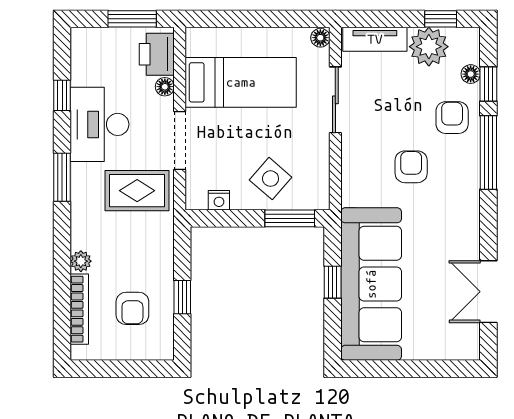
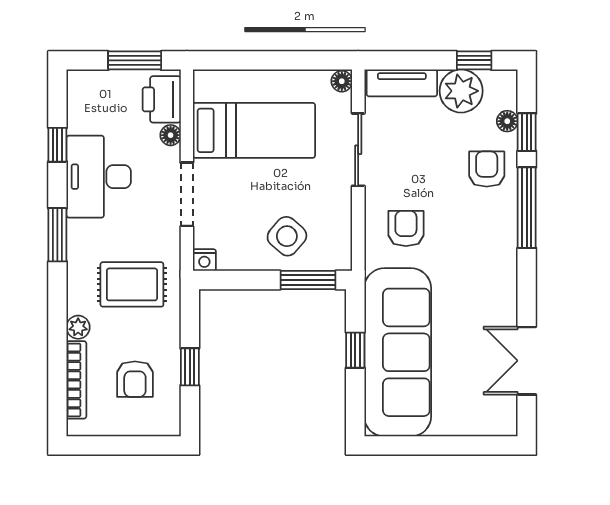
armchair: (411, 167) -> (406, 228), moved
rug: (137, 191) -> (132, 284), moved
nightstand: (219, 200) -> (204, 260), moved

